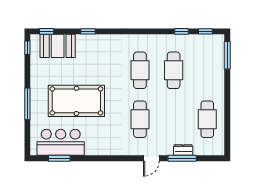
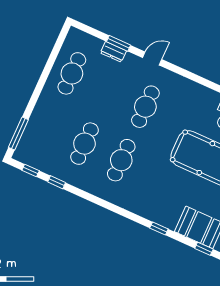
window: (182, 158) -> (118, 43), width x0.69

